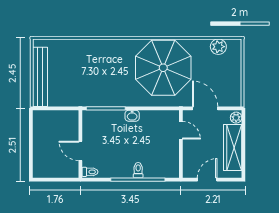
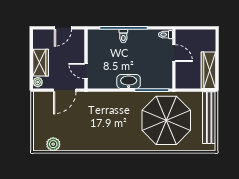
parasol: (163, 68) -> (166, 120), moved
door: (205, 108) -> (65, 90), hinge flipped
washbasin: (132, 116) -> (129, 82), width x1.91, depth x1.45
wardrobe: (41, 131) -> (209, 70), added
wardrobe: (233, 148) -> (41, 63), width x0.67

